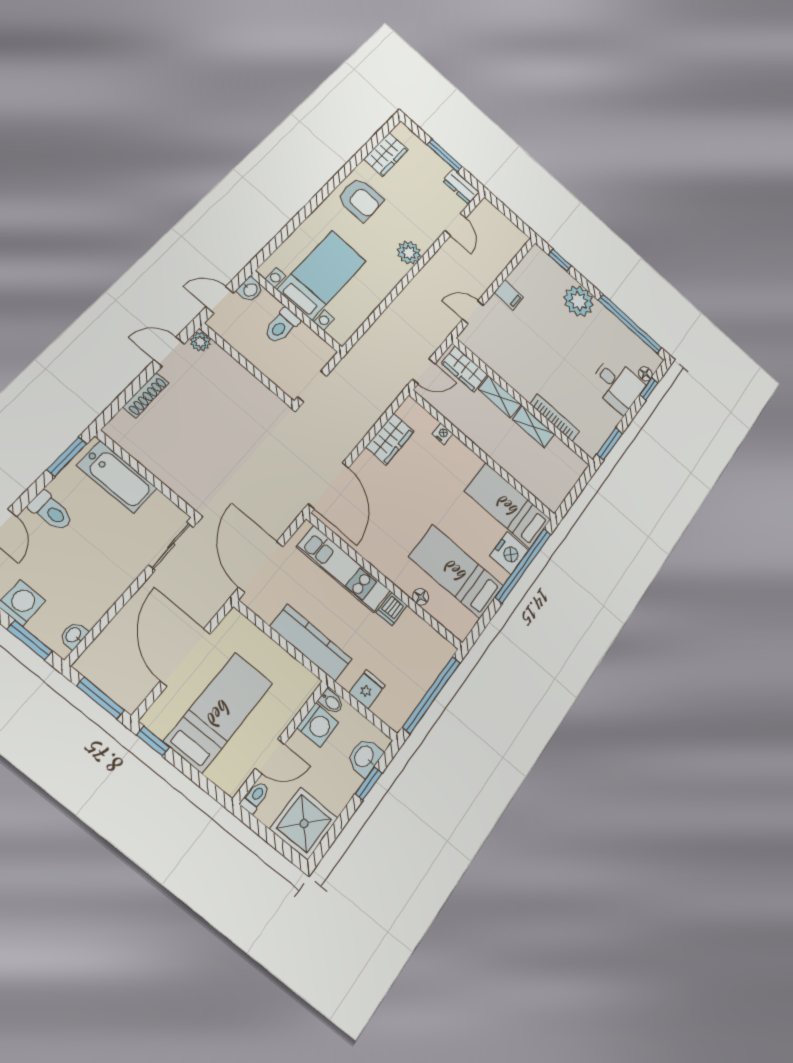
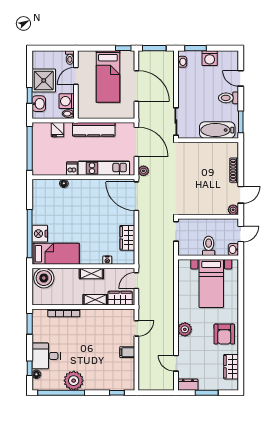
armchair: (360, 199) -> (224, 334), turned -90
plant: (579, 301) -> (74, 381), moved
shelving: (533, 427) -> (91, 273), moved
boiler: (548, 487) -> (44, 278), added
plant: (287, 514) -> (143, 171), added
bed: (456, 571) -> (57, 206), removed
shower: (304, 823) -> (44, 80), moved

